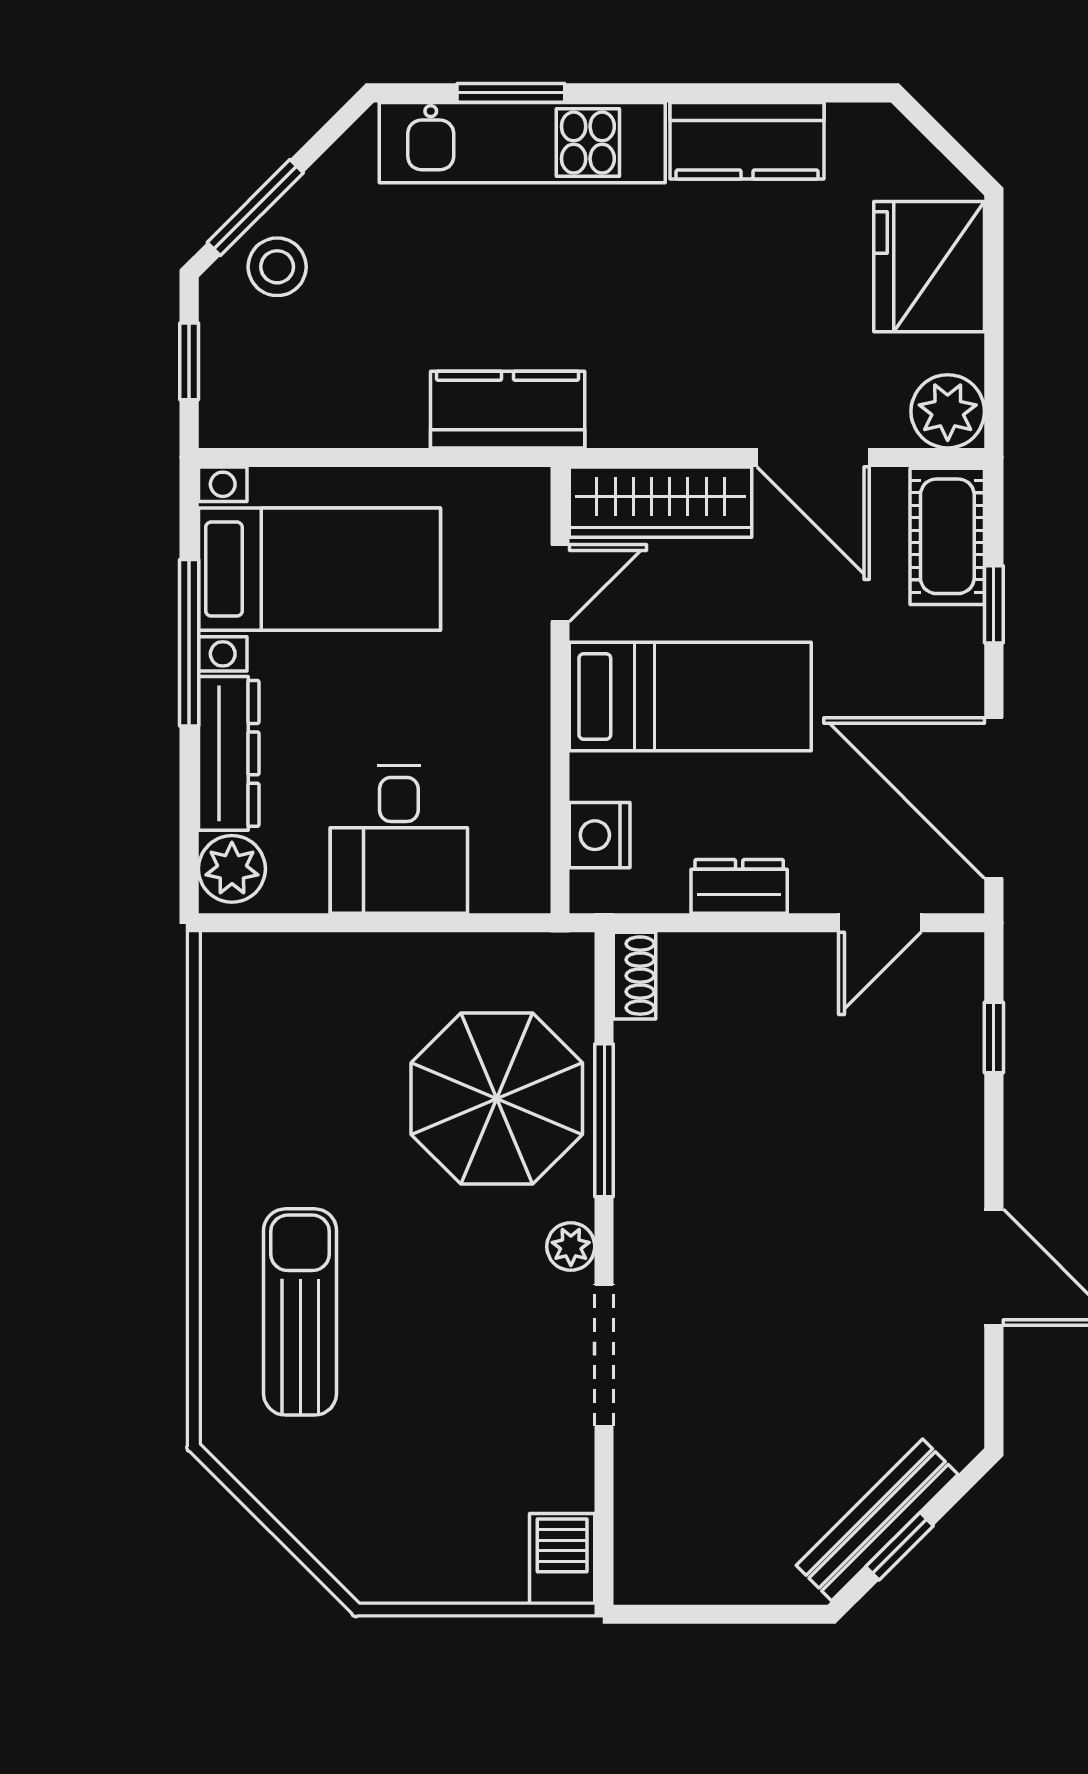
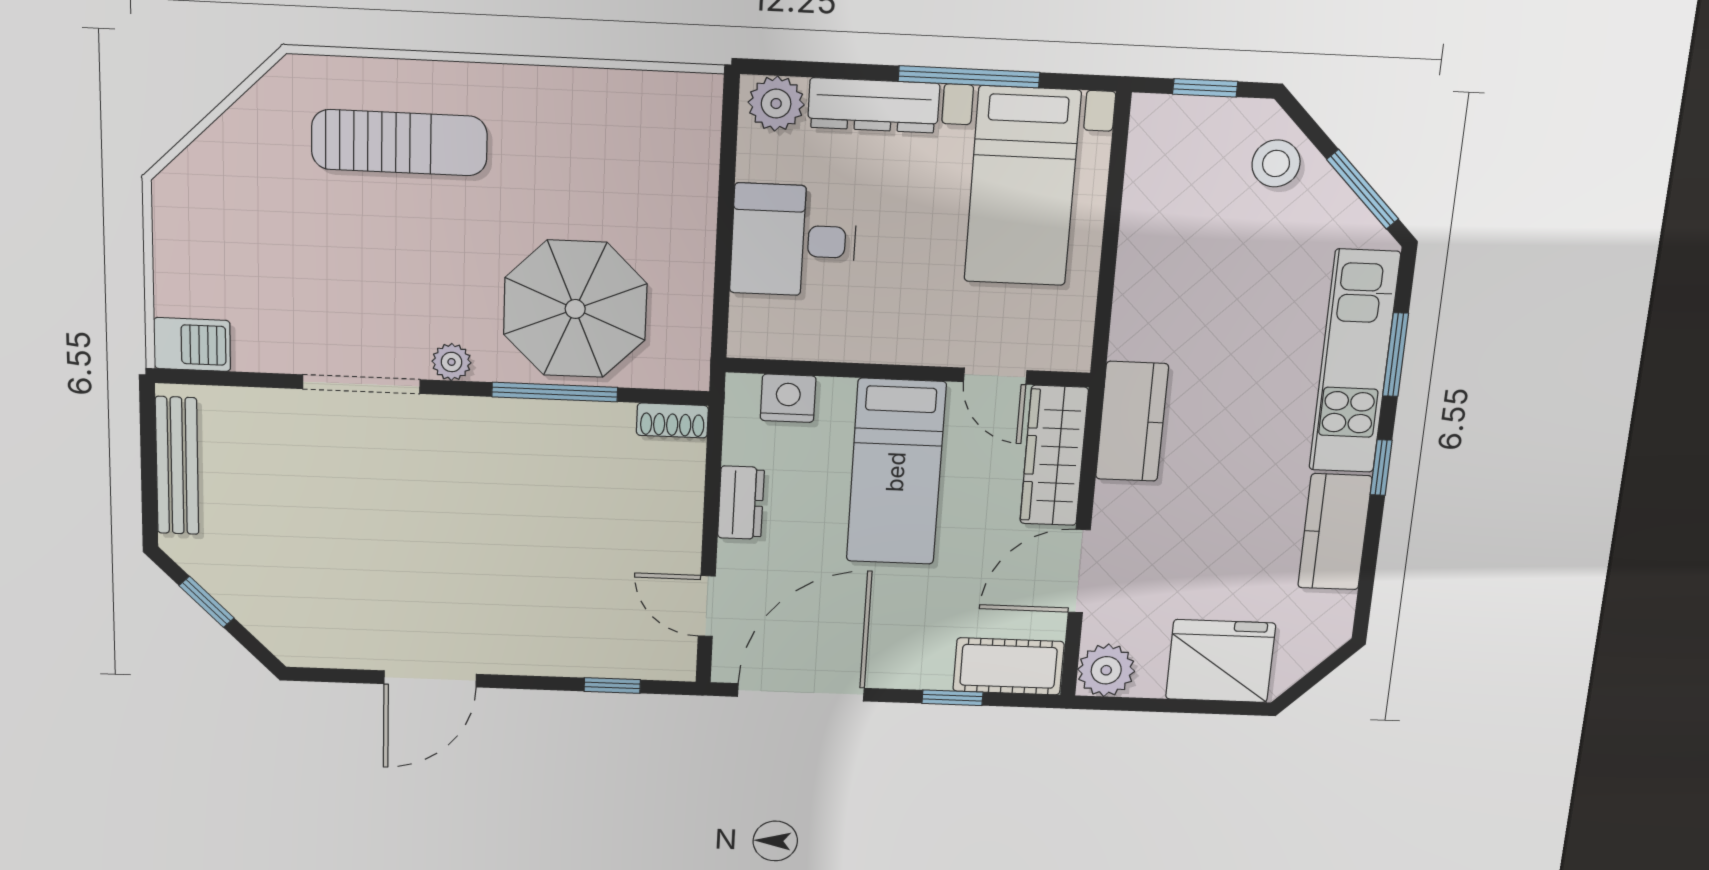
window: (659, 93) -> (1381, 468), added
window: (255, 208) -> (1363, 189), moved
kitchen counter: (508, 410) -> (1132, 421), moved
bench: (877, 1520) -> (177, 466), moved, turned 45

